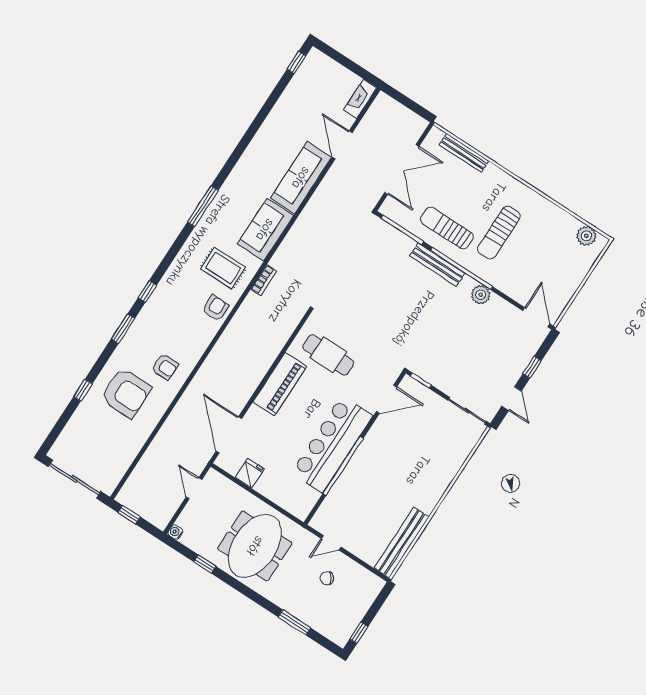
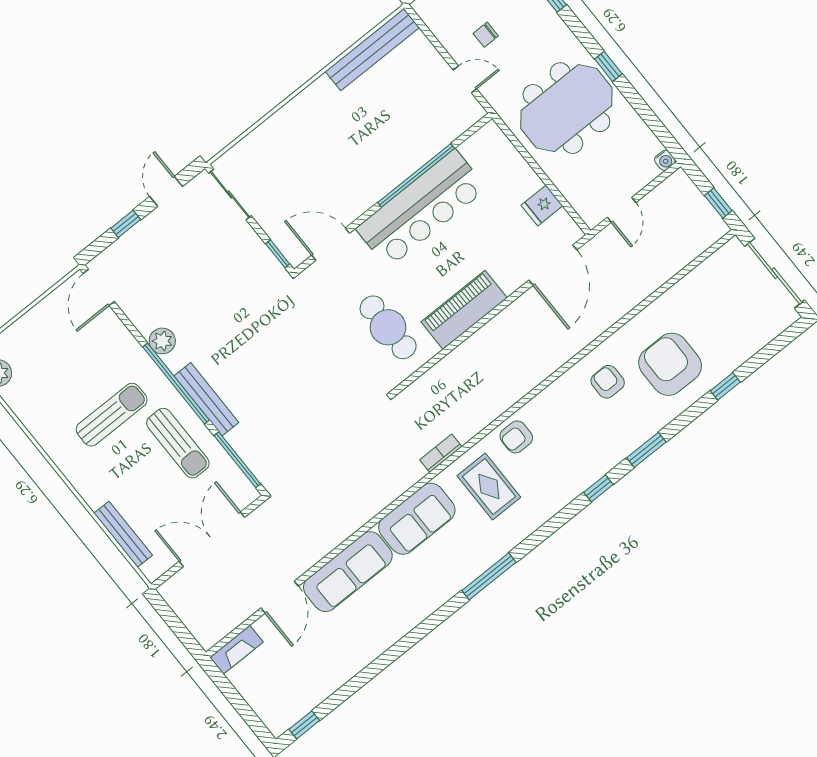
window: (205, 564) -> (608, 66), moved
chair: (327, 578) -> (486, 35), turned 125

